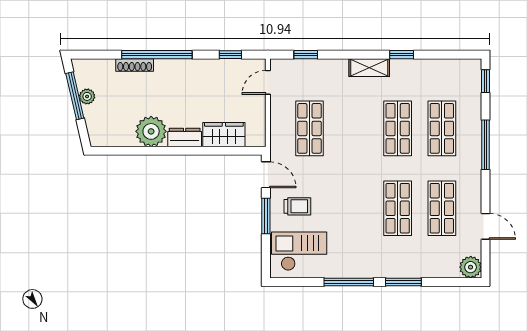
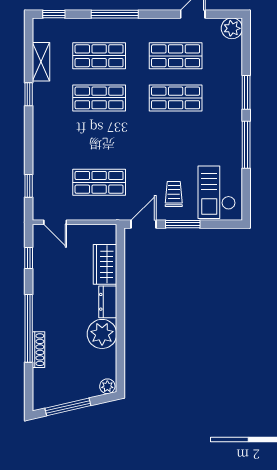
shelving: (369, 68) -> (41, 62), moved
plant: (87, 96) -> (107, 386), moved

